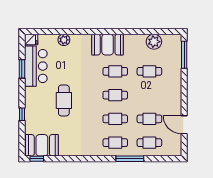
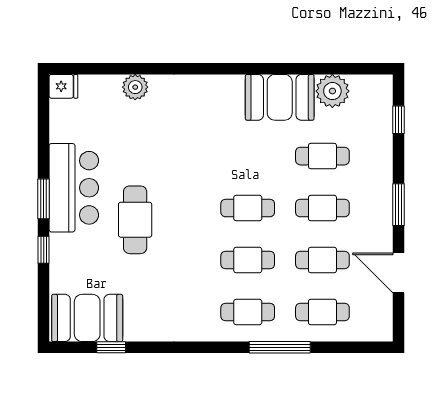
booth: (108, 45) -> (280, 97), moved
window: (184, 55) -> (399, 120), width x0.46
bar counter: (36, 66) -> (74, 188), moved
window: (22, 69) -> (44, 199), moved
cafe table: (115, 71) -> (322, 208), moved
window: (184, 94) -> (399, 205), added
window: (37, 159) -> (111, 347), moved

